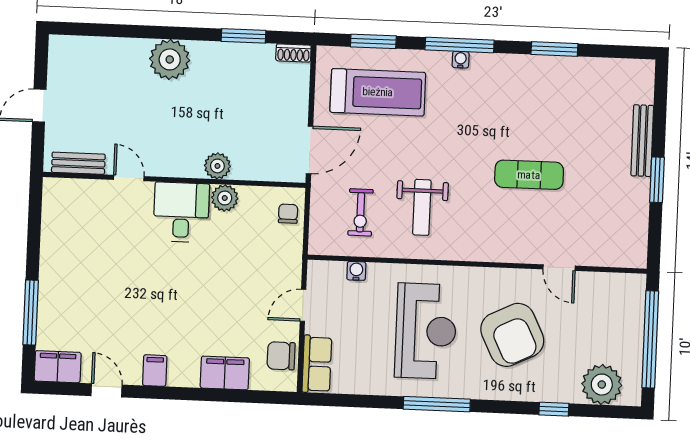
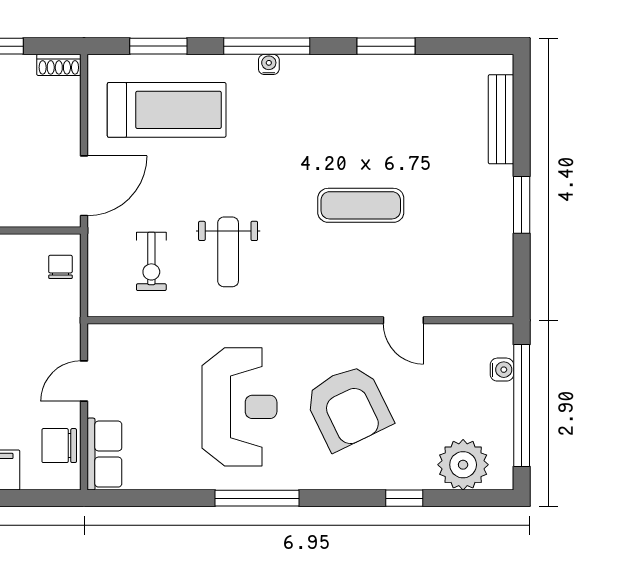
bench: (642, 141) -> (501, 119), moved
water cooler: (356, 271) -> (502, 370), moved, turned 90

